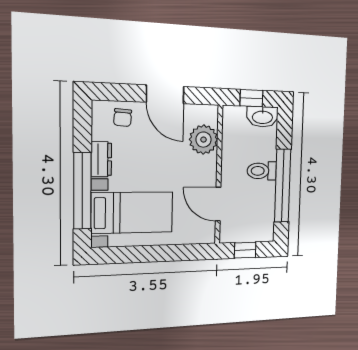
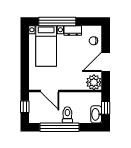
plant: (203, 140) -> (94, 82), moved
door: (218, 204) -> (50, 91), swing flipped

